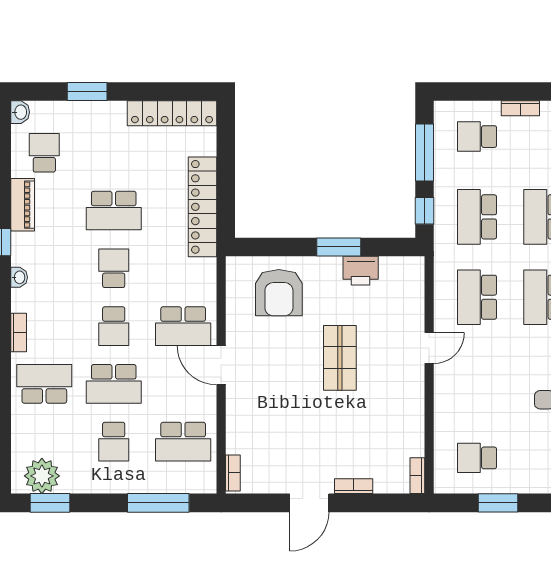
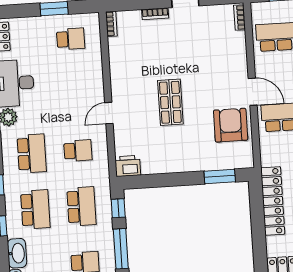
window: (339, 247) -> (220, 176), moved
printer: (361, 271) -> (128, 166), moved
armchair: (279, 293) -> (231, 125), moved
school desk: (477, 297) -> (78, 151), width x0.54

